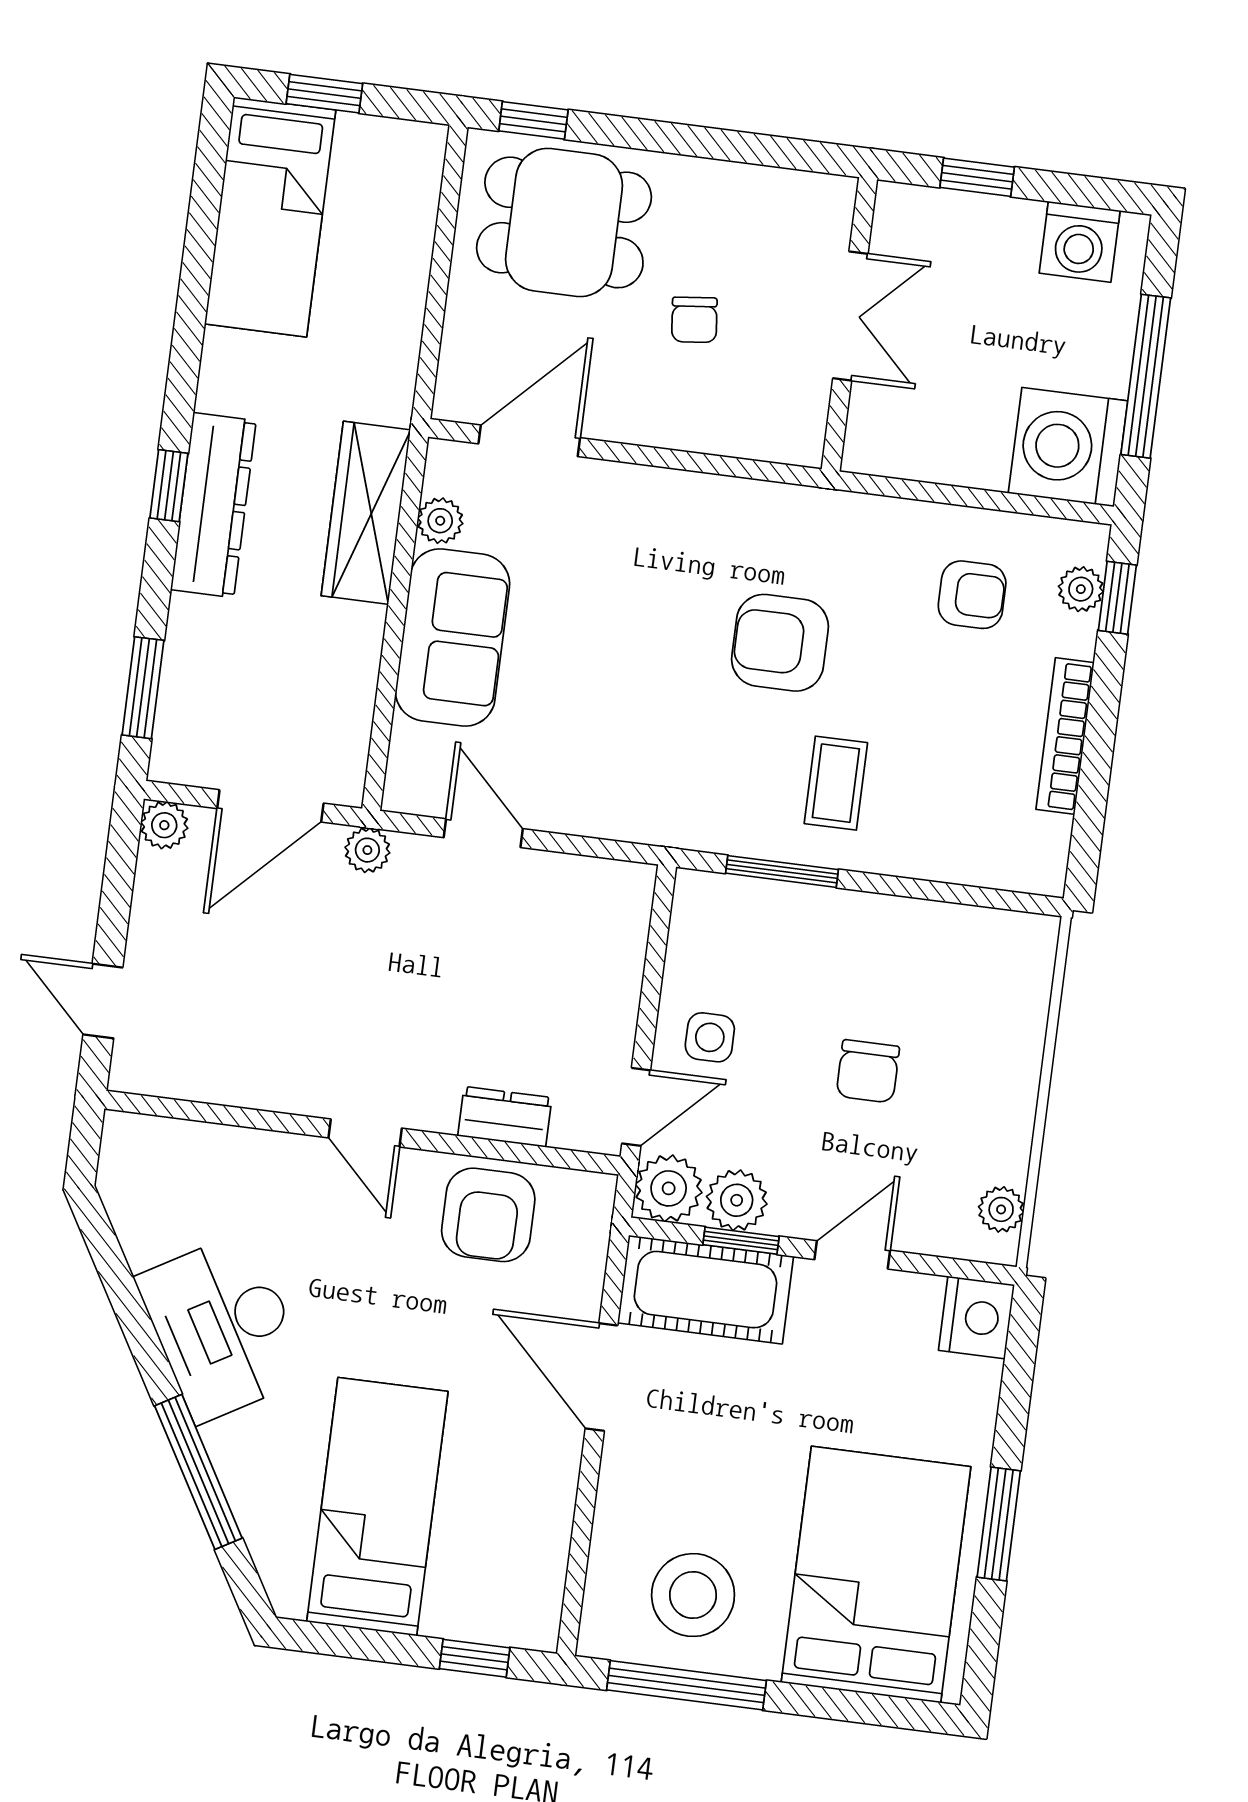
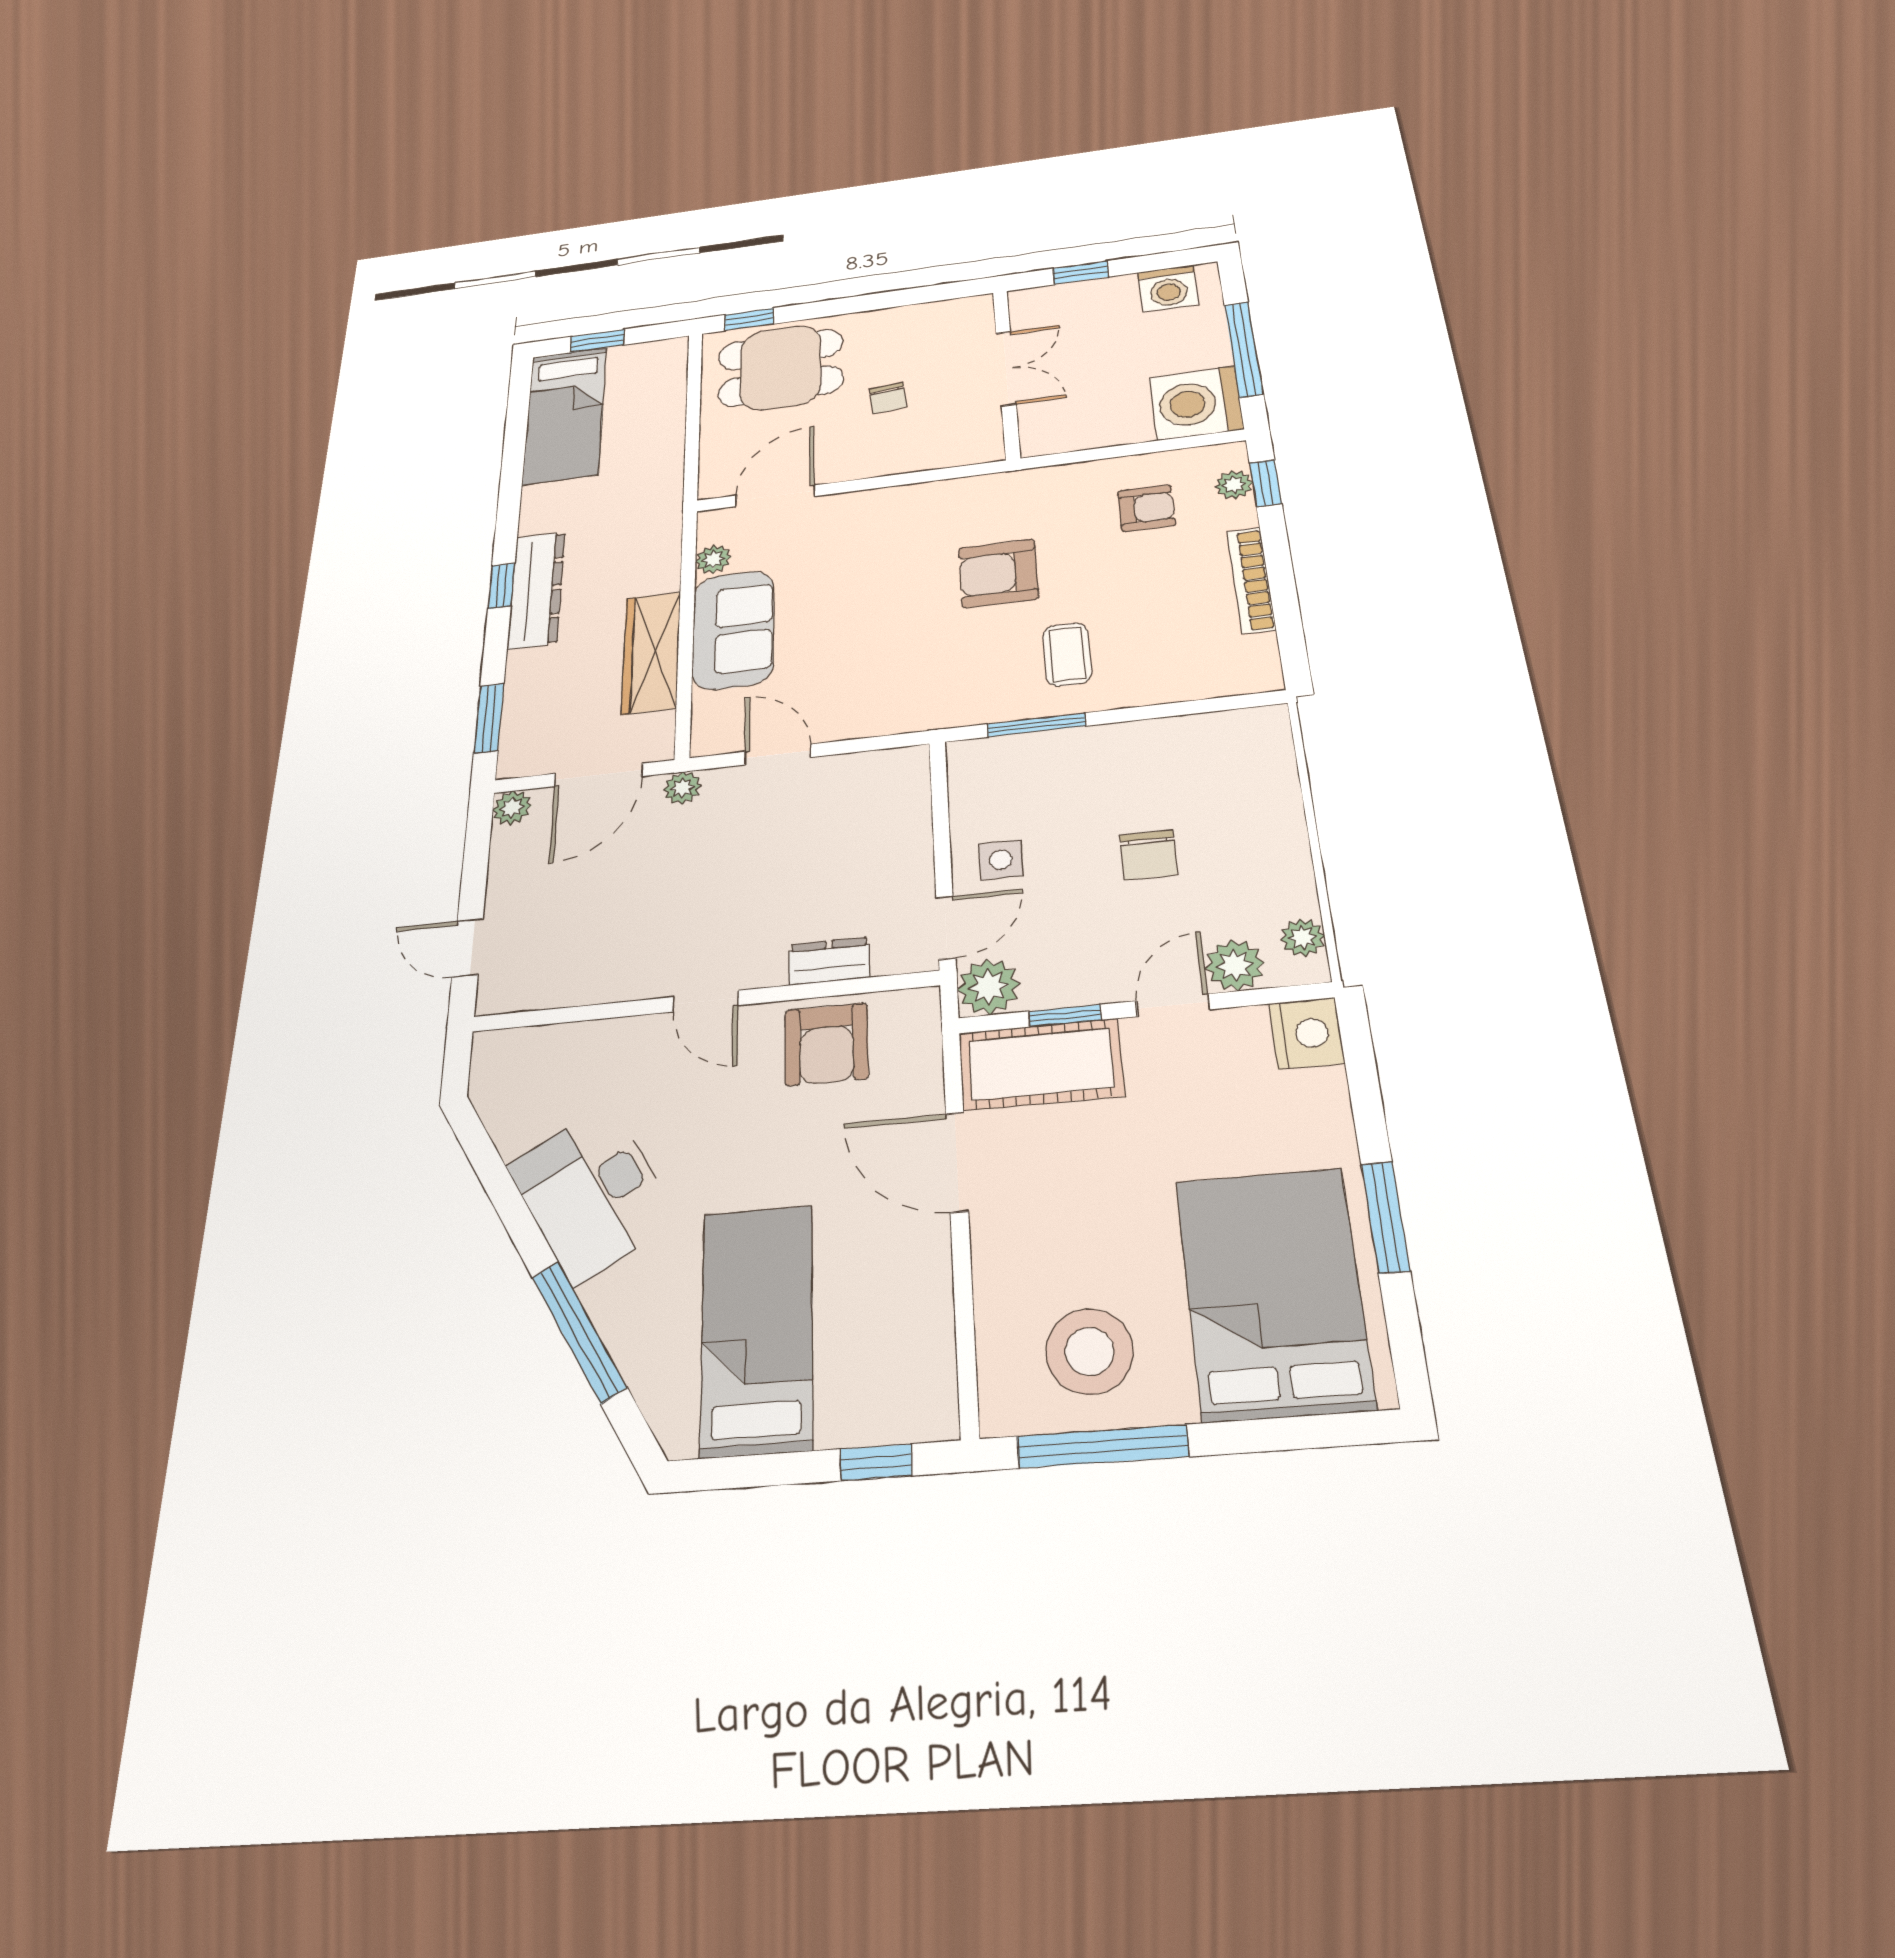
wardrobe: (366, 513) -> (651, 652), moved
plant: (737, 1200) -> (1235, 965), moved

